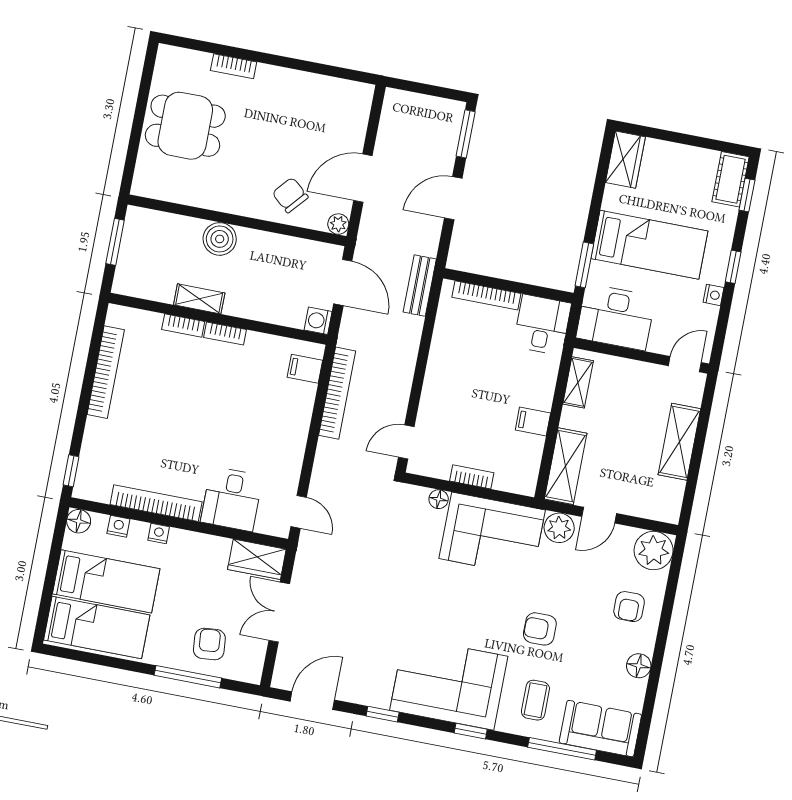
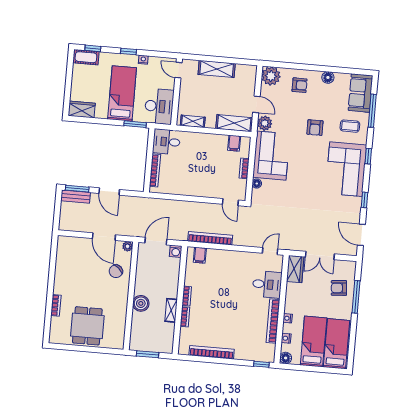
bench: (420, 286) -> (76, 197), moved
filing cabinet: (533, 421) -> (234, 143), moved

